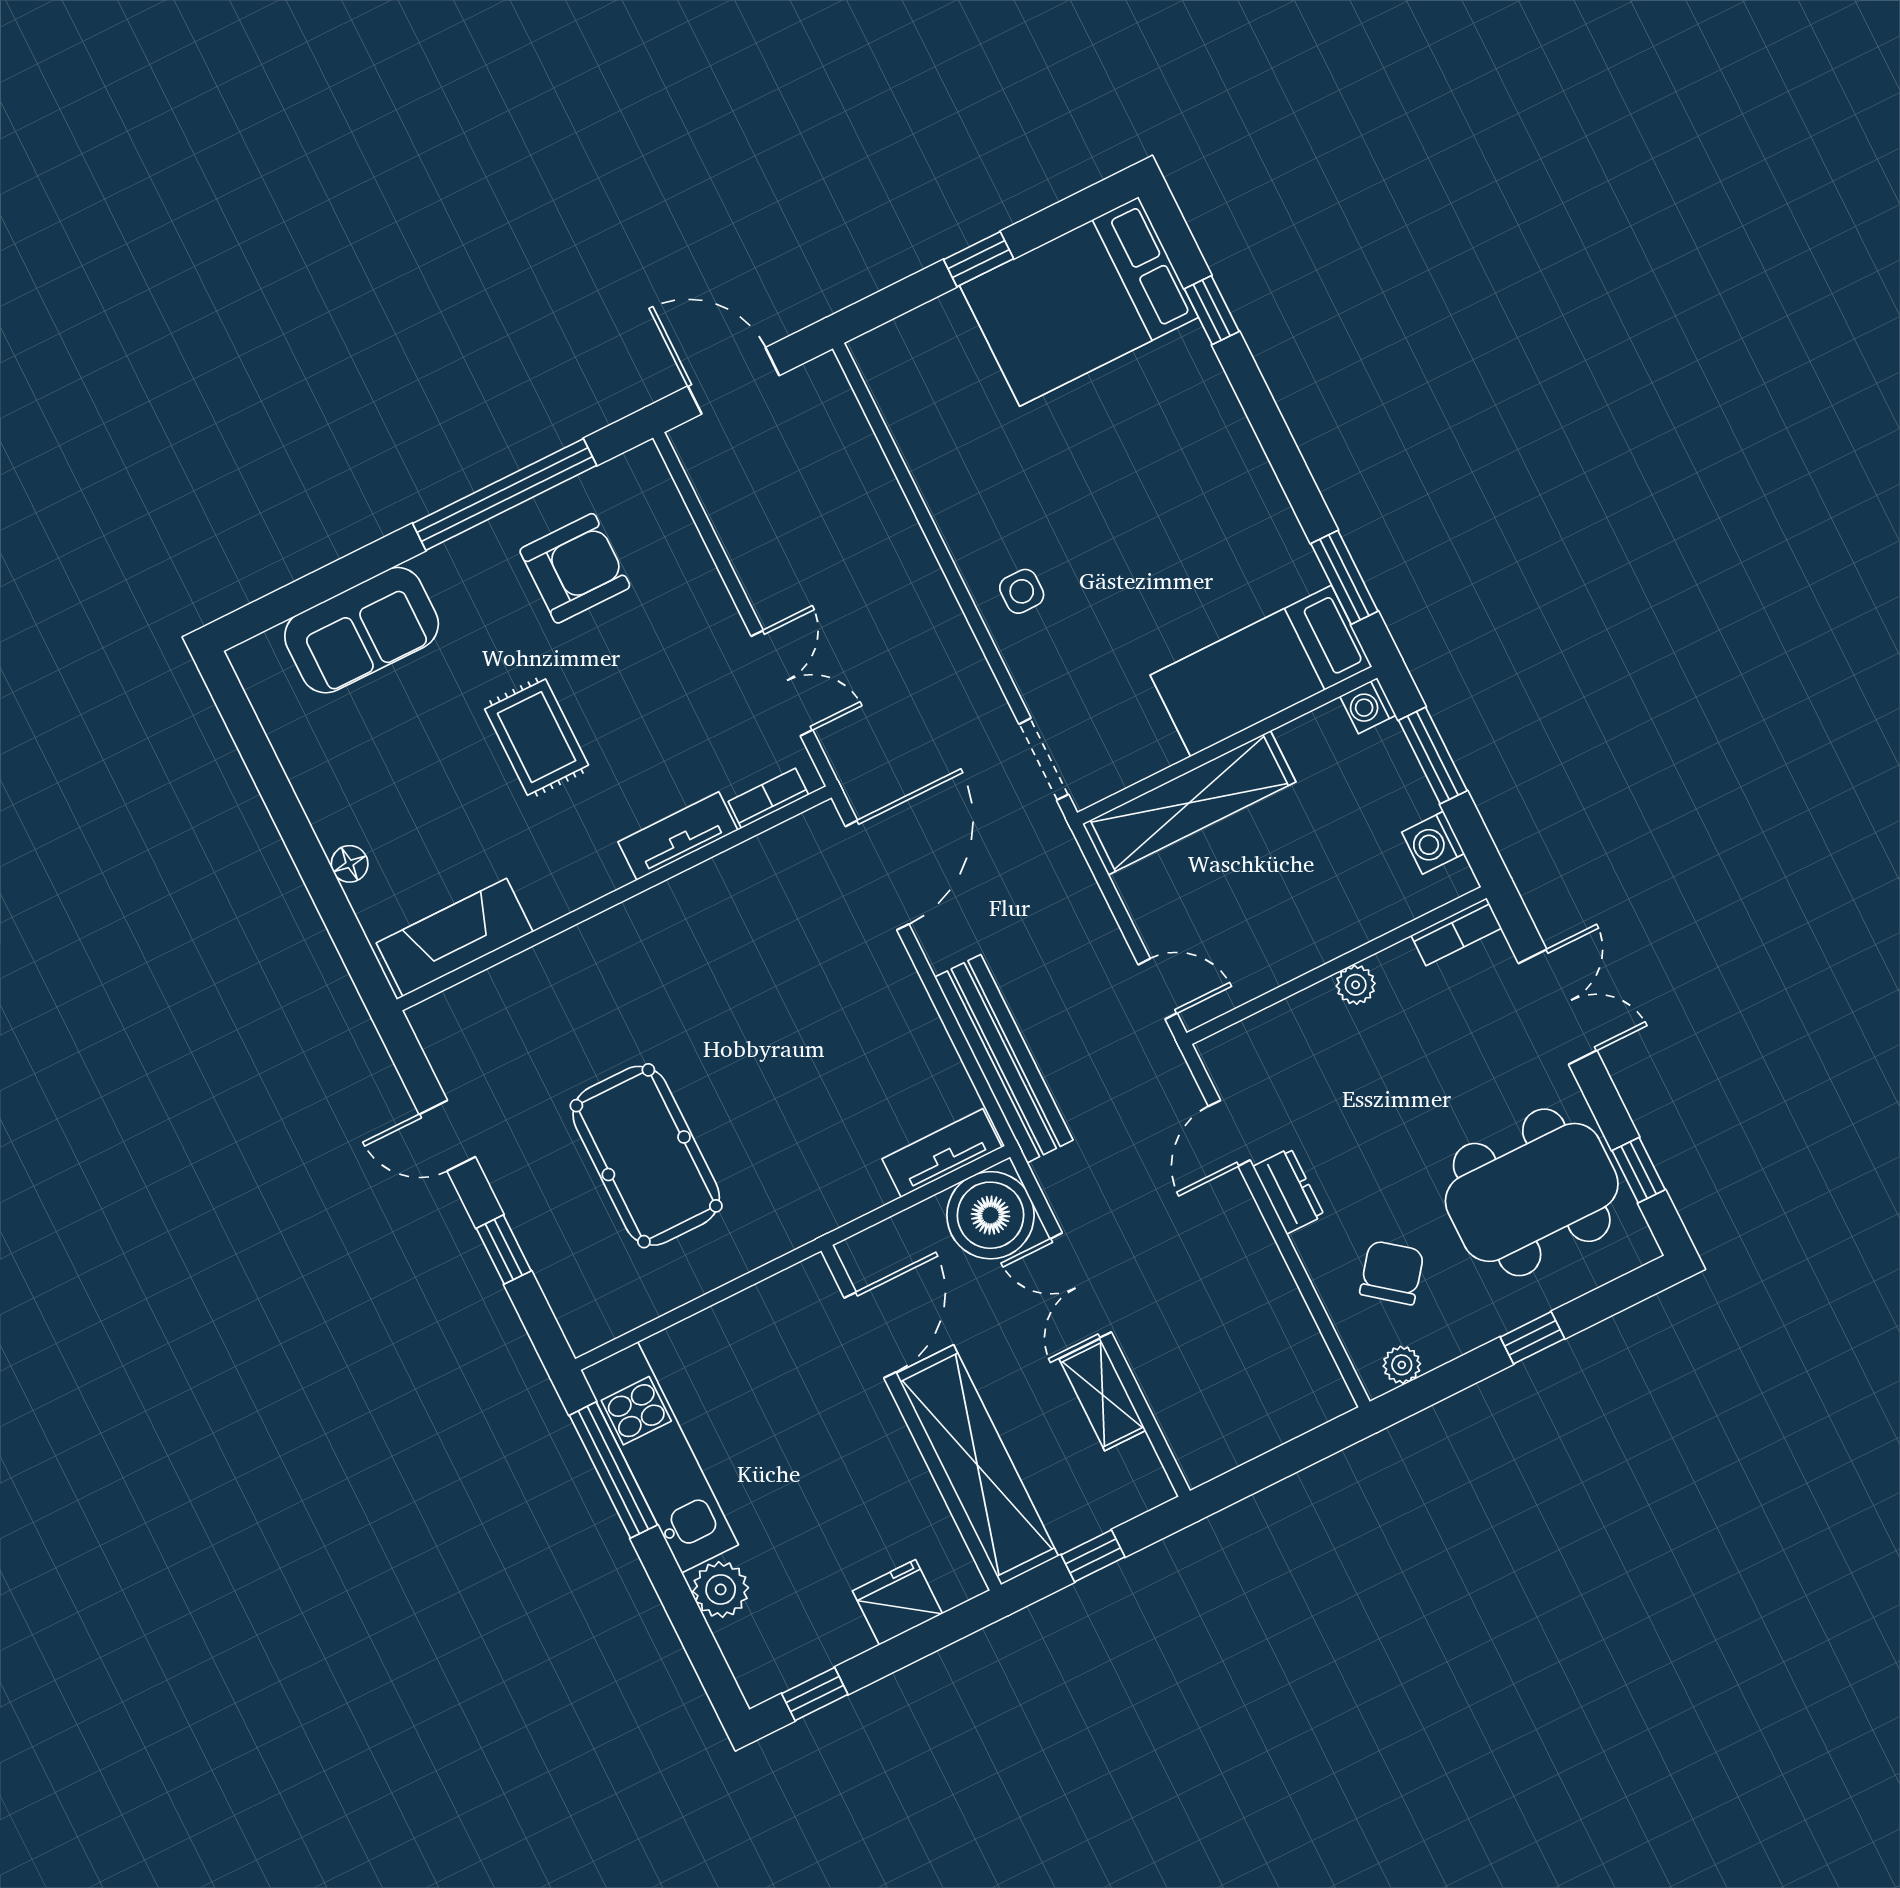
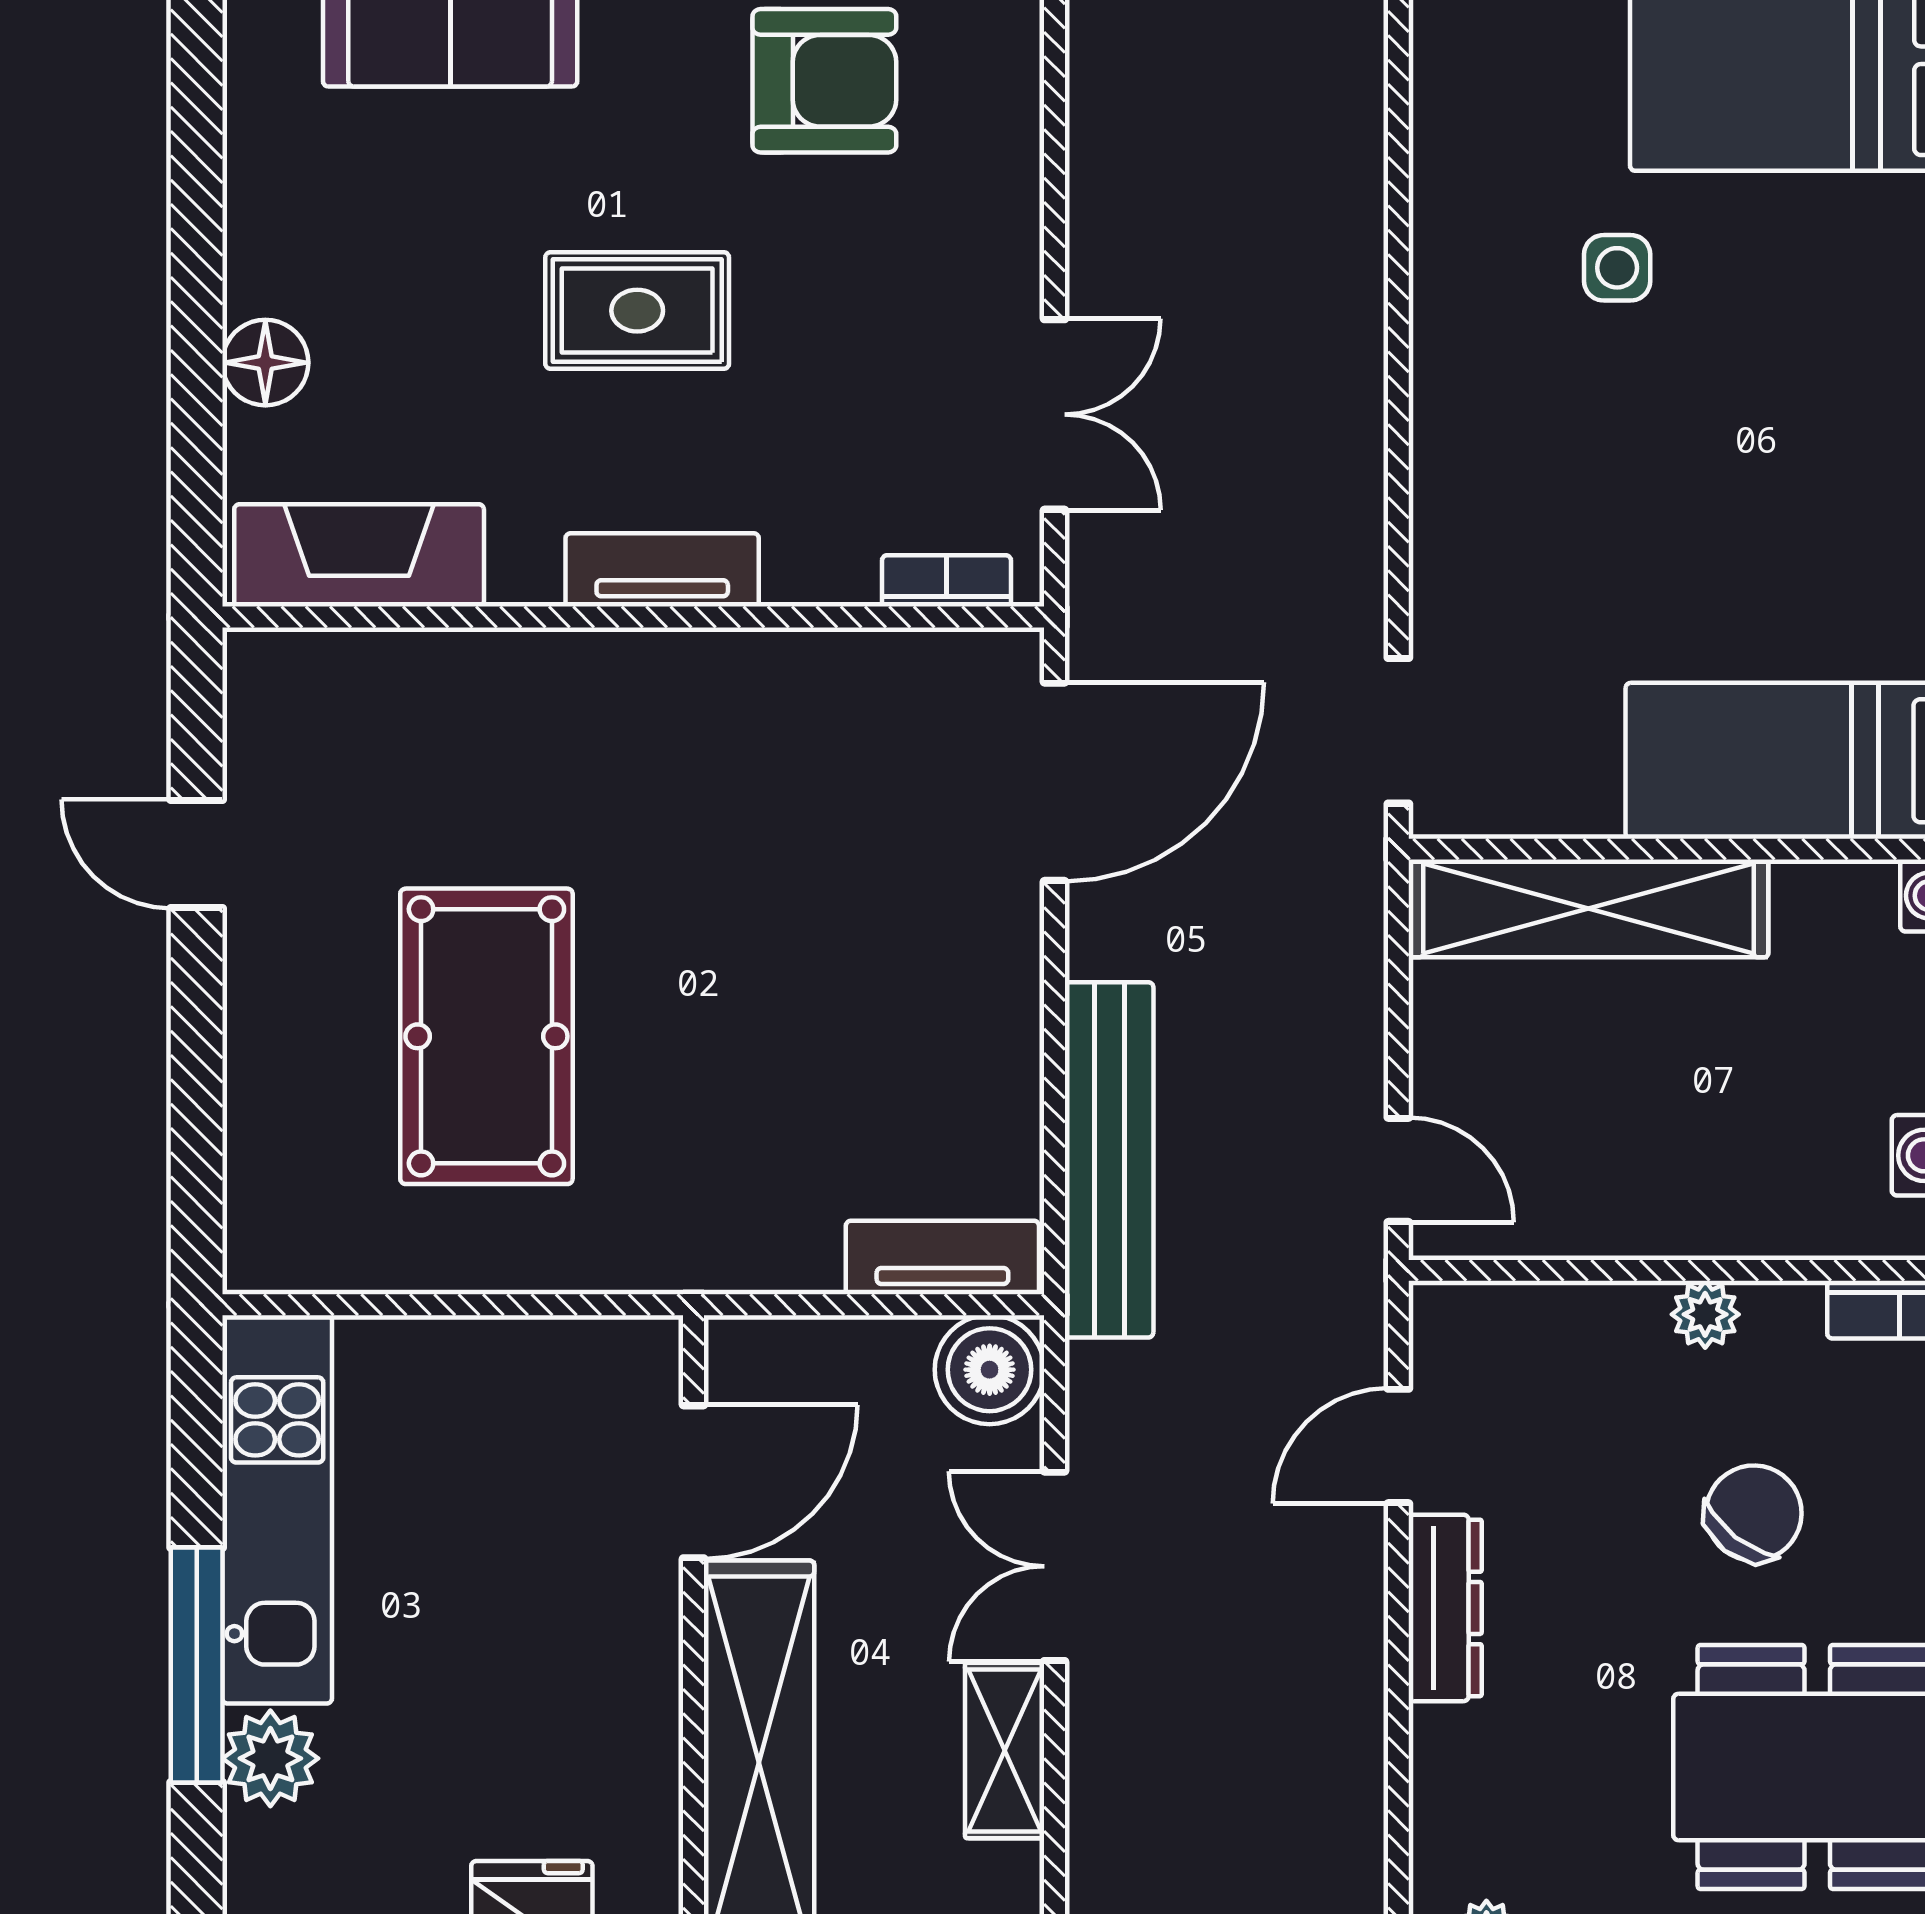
side table: (1022, 591) -> (1617, 268), moved
rug: (537, 737) -> (637, 311), turned 90
tv unit: (678, 836) -> (662, 570), moved
floor lamp: (350, 864) -> (265, 363), width x1.37, depth x1.37
dresser: (1288, 1191) -> (1445, 1608), width x1.44
boiler: (990, 1215) -> (990, 1370), width x0.73, depth x0.73
window: (504, 1250) -> (197, 1072), removed
chair: (1392, 1273) -> (1754, 1513), moved
window: (613, 1470) -> (197, 1665), moved

